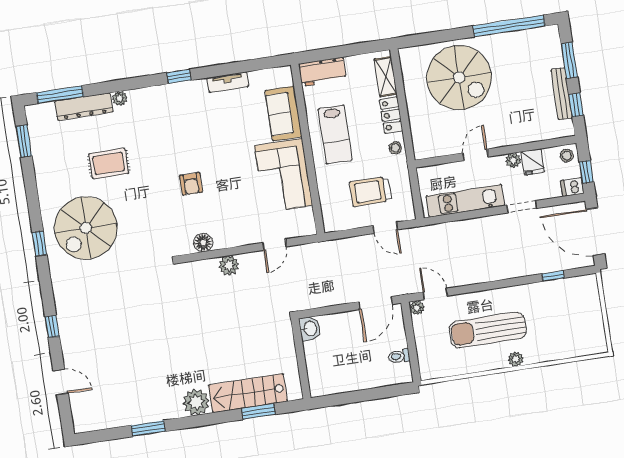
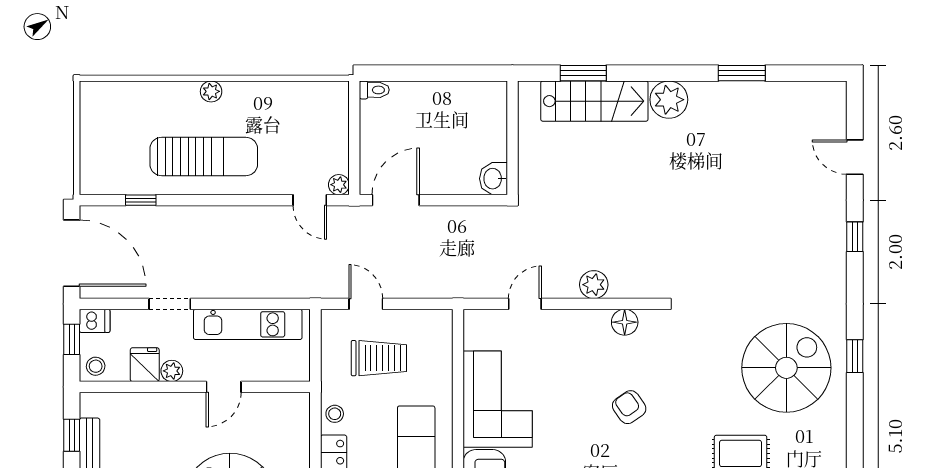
armchair: (191, 184) -> (629, 407), turned -35
sun lounger: (488, 330) -> (204, 157), moved
toilet: (399, 356) -> (374, 90), moved

